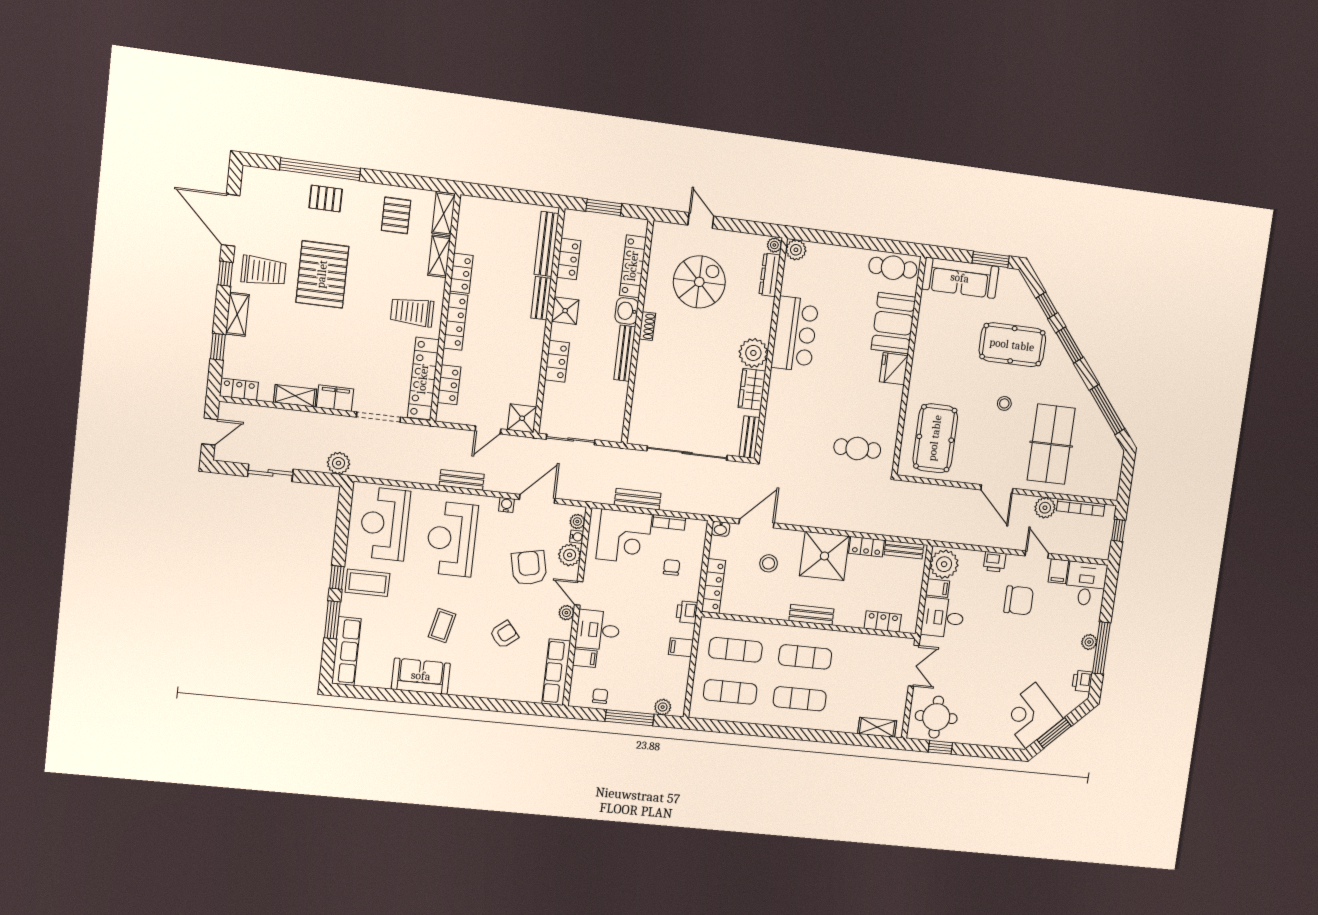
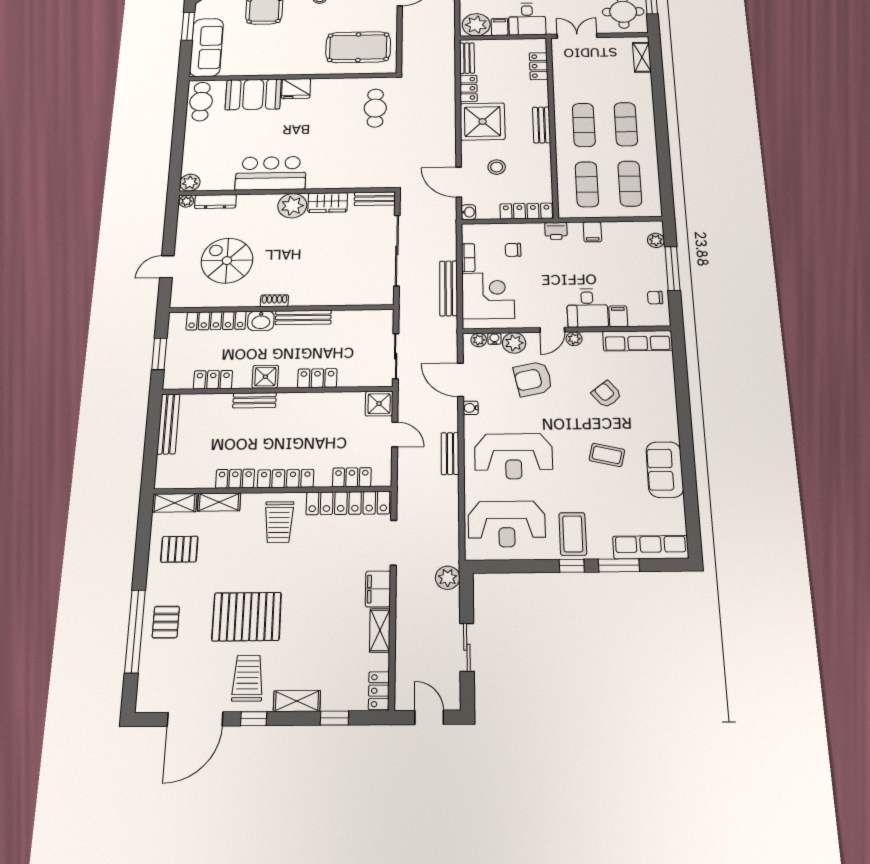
bench: (547, 244) -> (168, 424), moved, turned 90
bench: (638, 499) -> (449, 288), width x1.36

